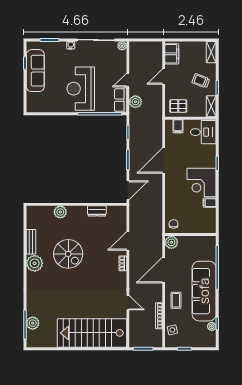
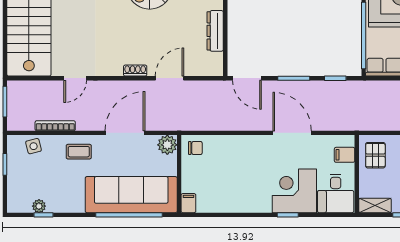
plant: (135, 102) -> (382, 90), removed
corner desk: (202, 183) -> (294, 191), moved
filing cabinet: (210, 203) -> (188, 203), moved
dresser: (97, 211) -> (215, 31), width x1.44
door: (128, 241) -> (170, 78), hinge flipped
door: (164, 270) -> (125, 133), hinge flipped
sofa: (204, 291) -> (131, 195), moved

